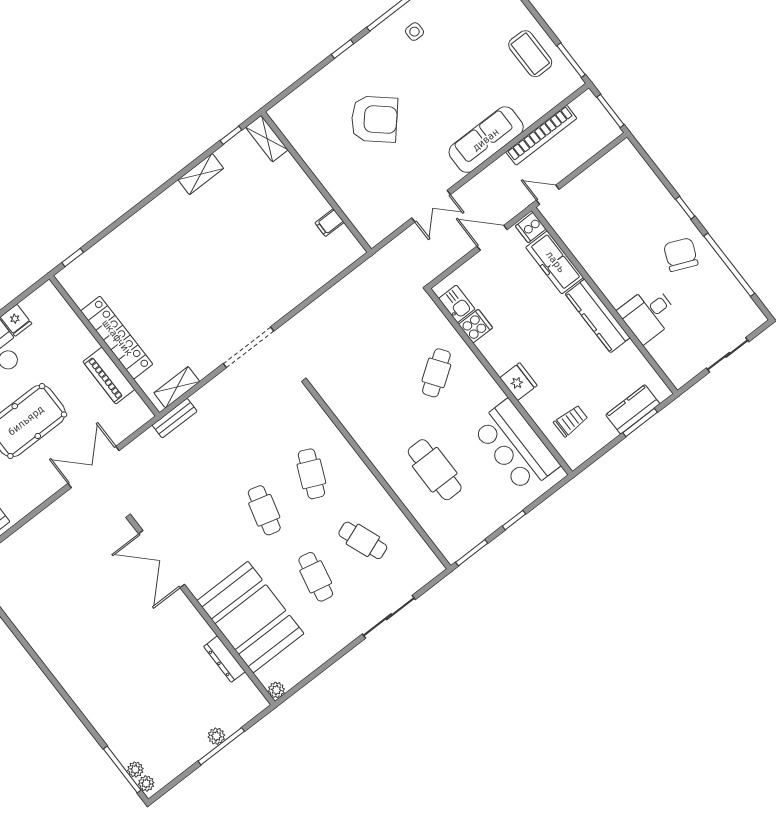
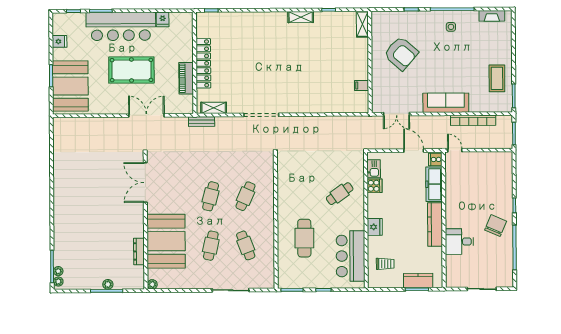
shelving: (267, 139) -> (362, 24), moved
wall: (316, 182) -> (370, 62), moved
filing cabinet: (330, 223) -> (362, 85), moved

